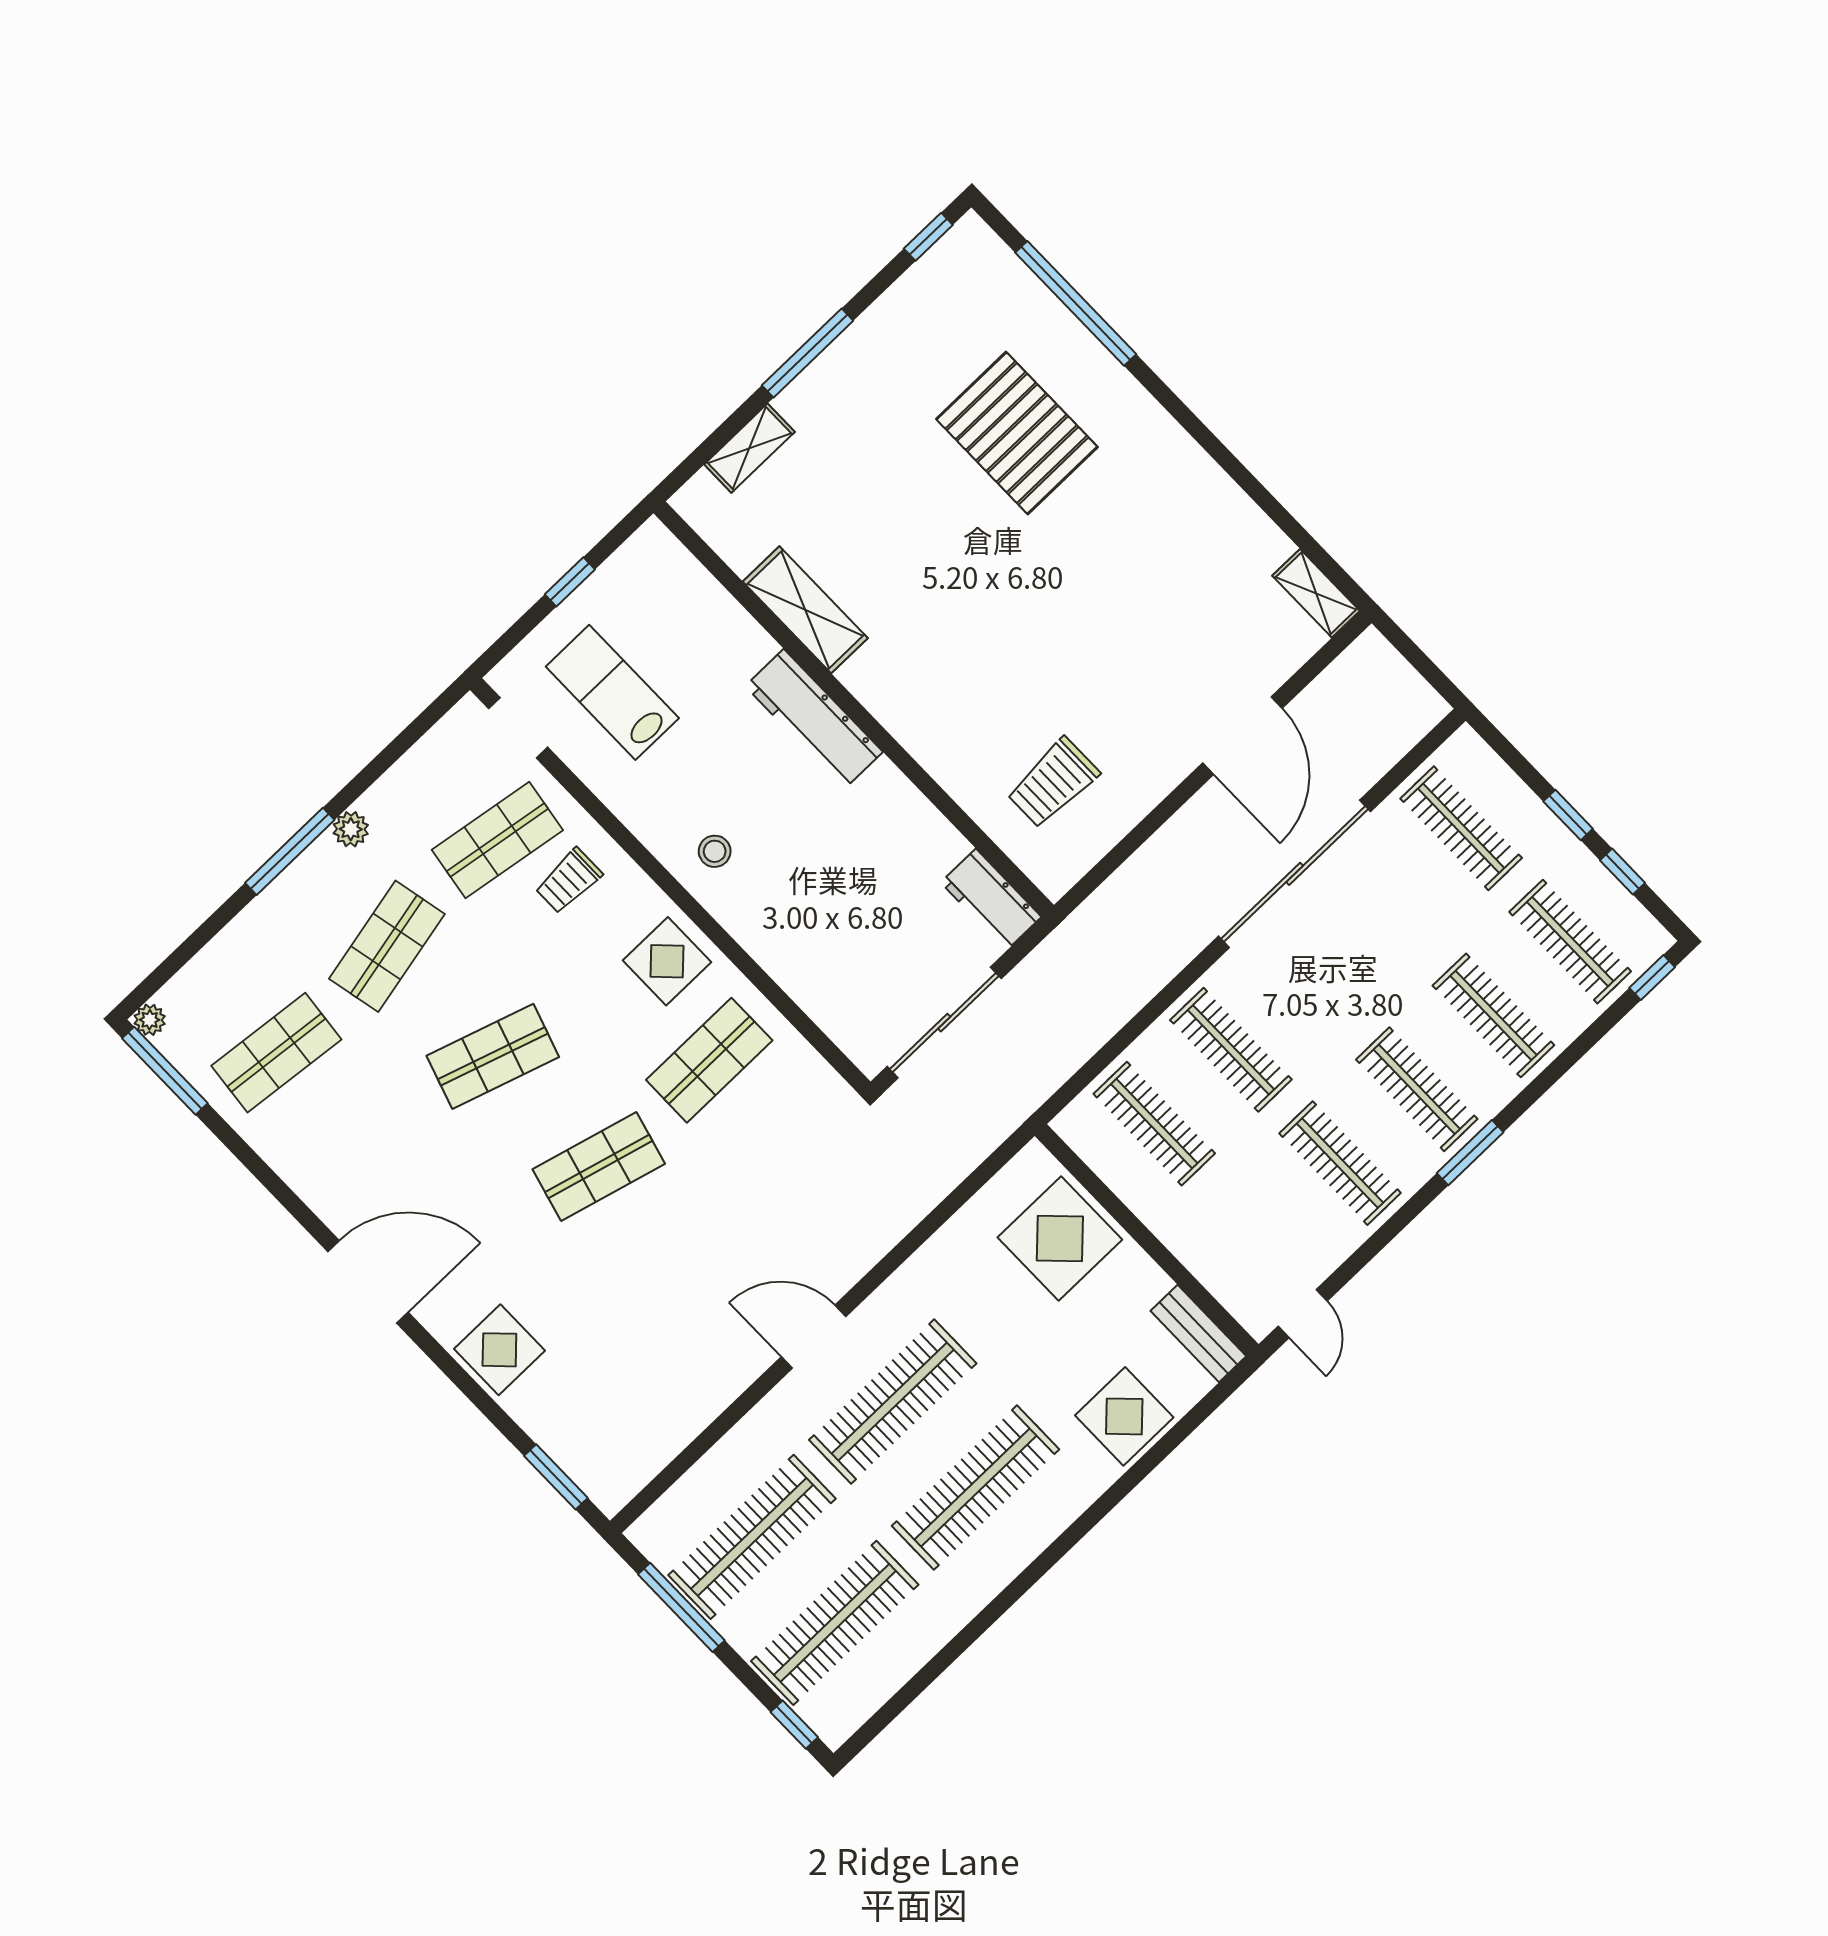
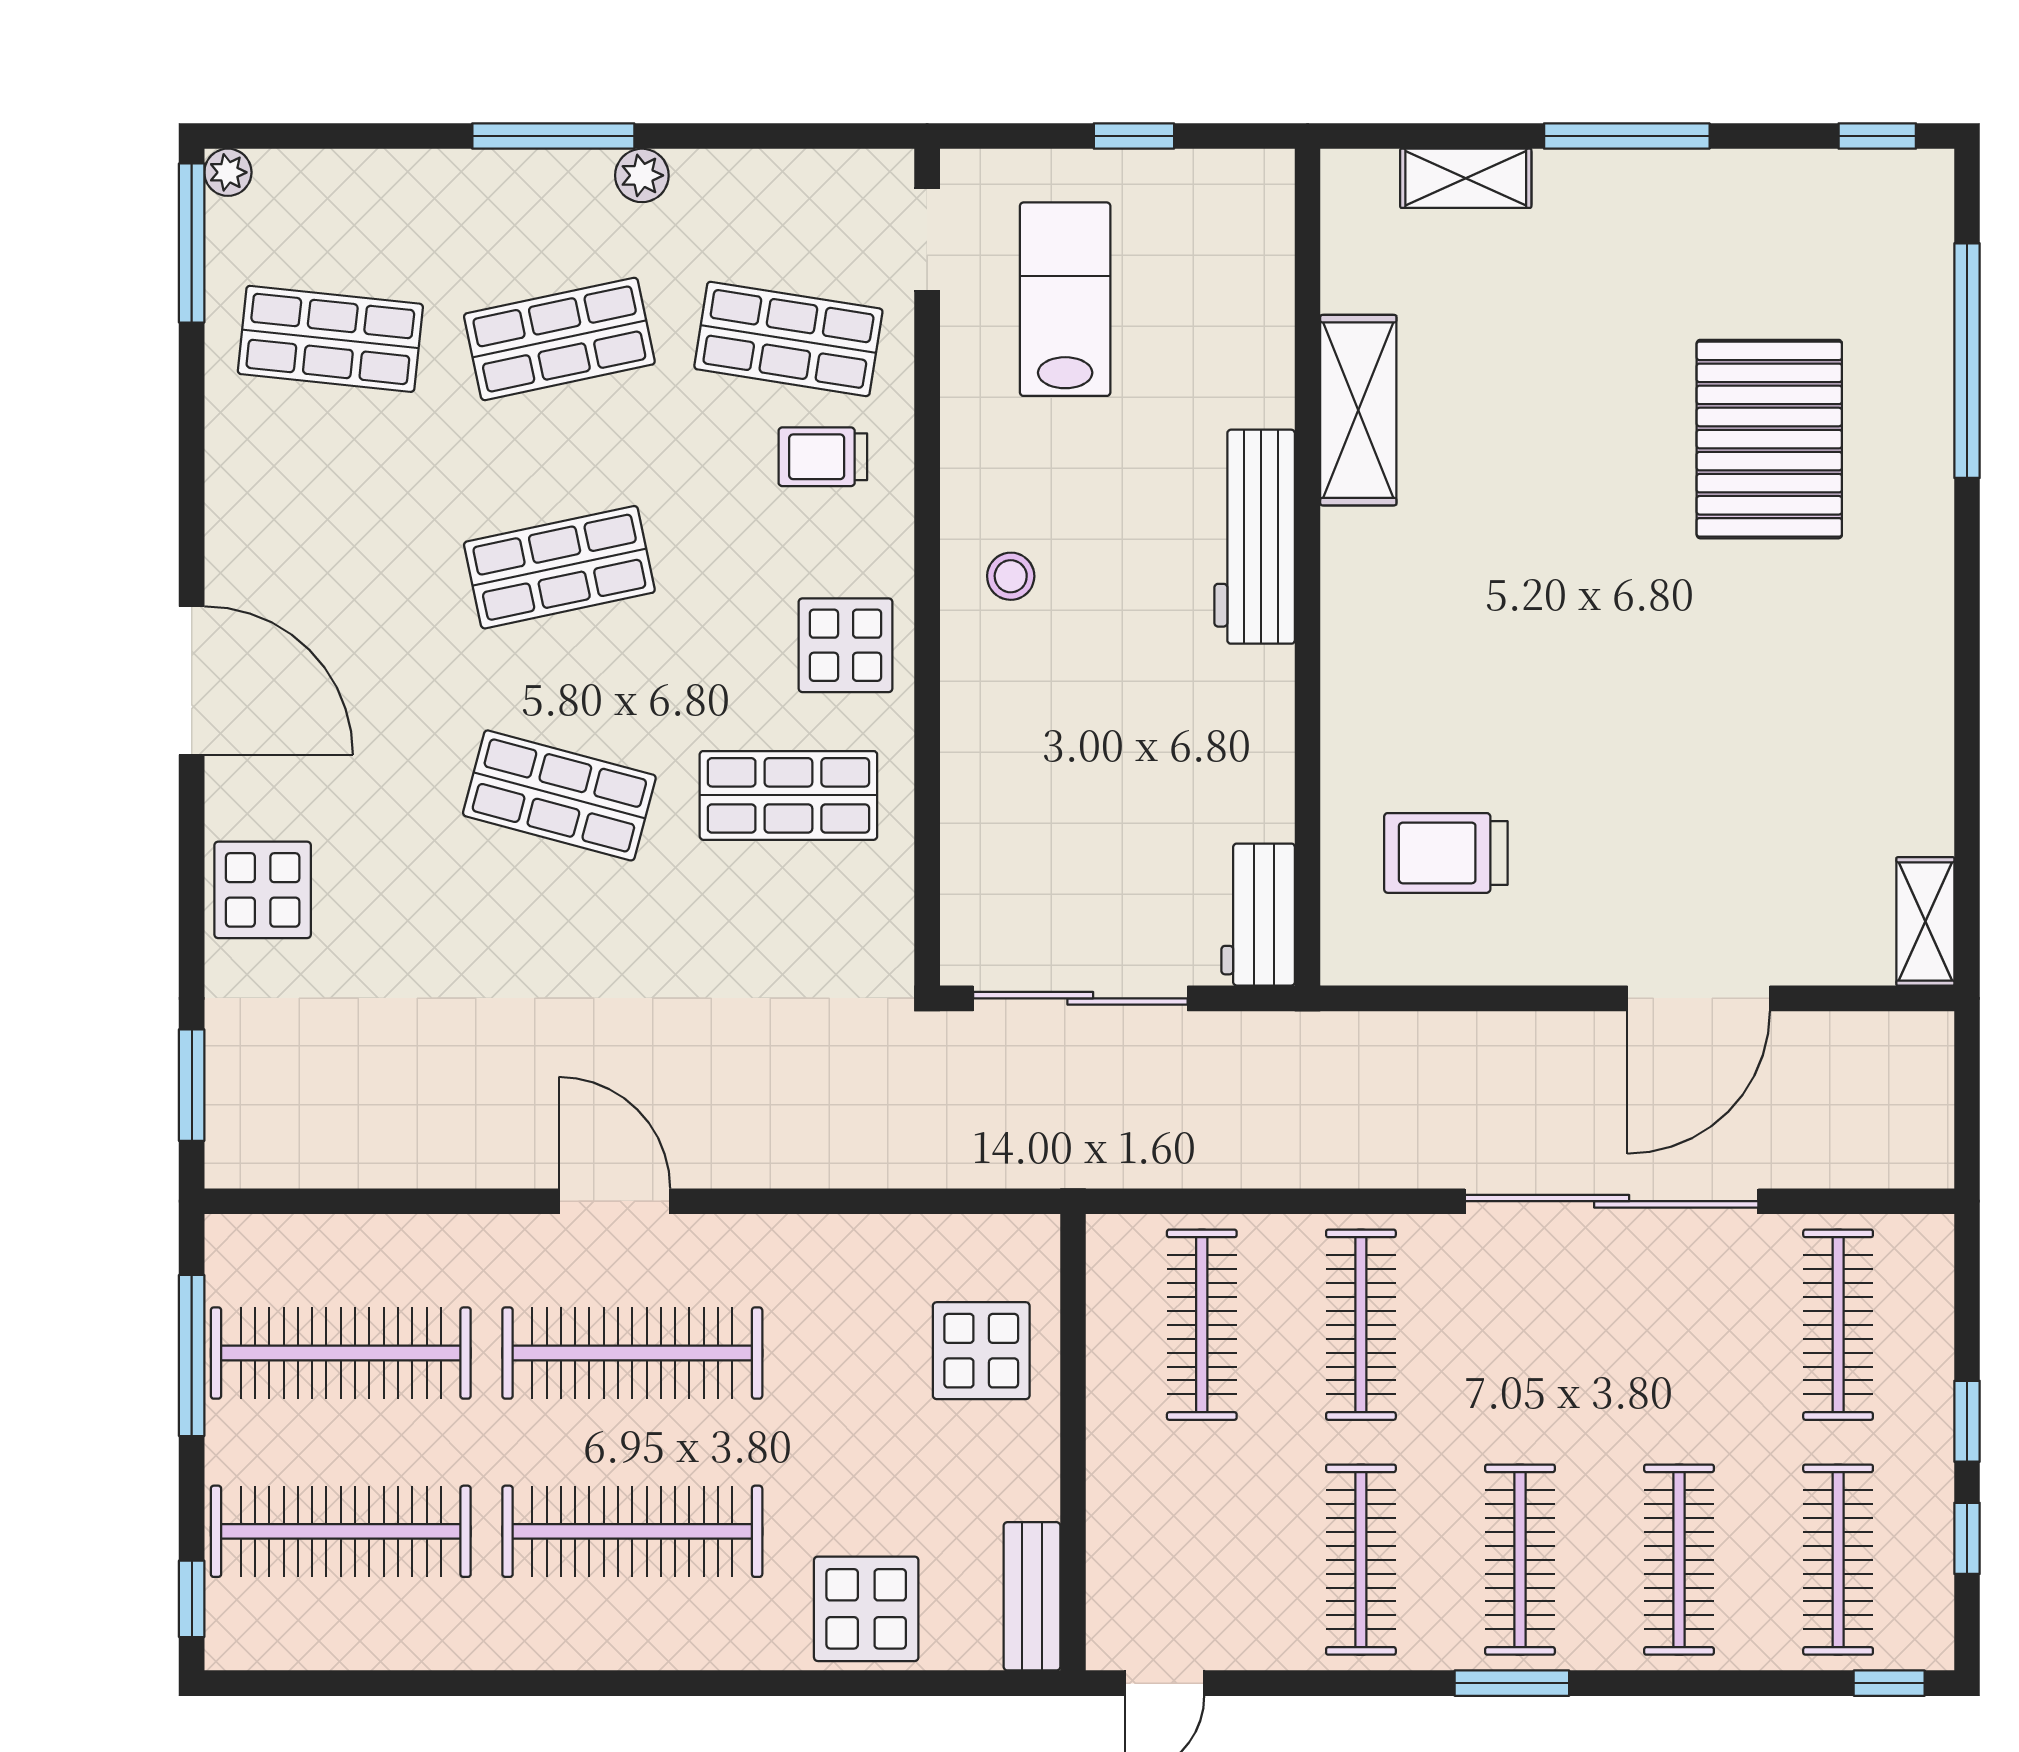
shop shelf: (493, 1056) -> (559, 567), turned -30
display table: (1060, 1238) -> (981, 1351), width x0.73, depth x0.73

